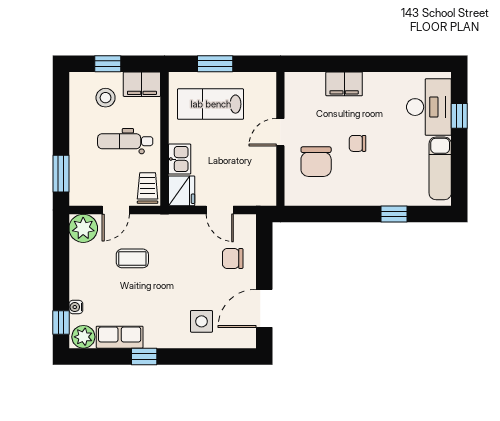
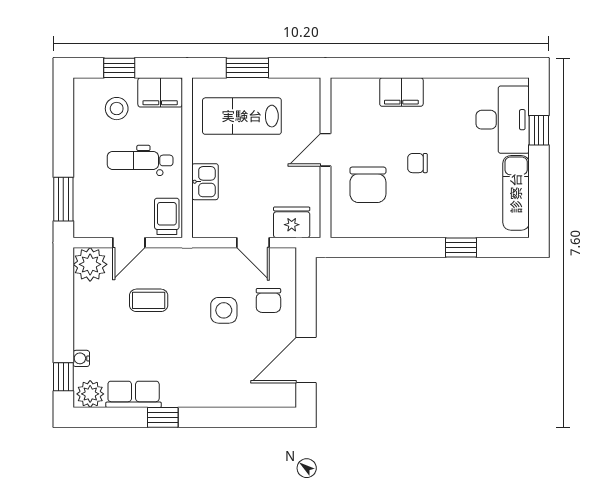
fridge: (182, 191) -> (292, 222), moved, turned -90
chair: (233, 258) -> (268, 300), turned -90
side table: (202, 321) -> (224, 310), moved

